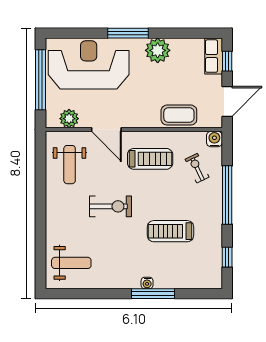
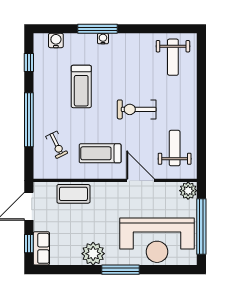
plant: (69, 119) -> (188, 191), moved
water cooler: (214, 139) -> (56, 40), moved, turned 180
treadmill: (171, 231) -> (81, 86), turned 90
weight bench: (71, 263) -> (173, 57), turned -90

